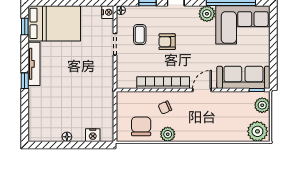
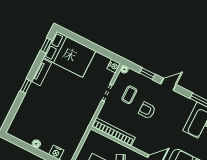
plant: (207, 14) -> (187, 104), removed
tv unit: (34, 64) -> (41, 72), width x0.71
bookcase: (163, 83) -> (113, 132), moved

